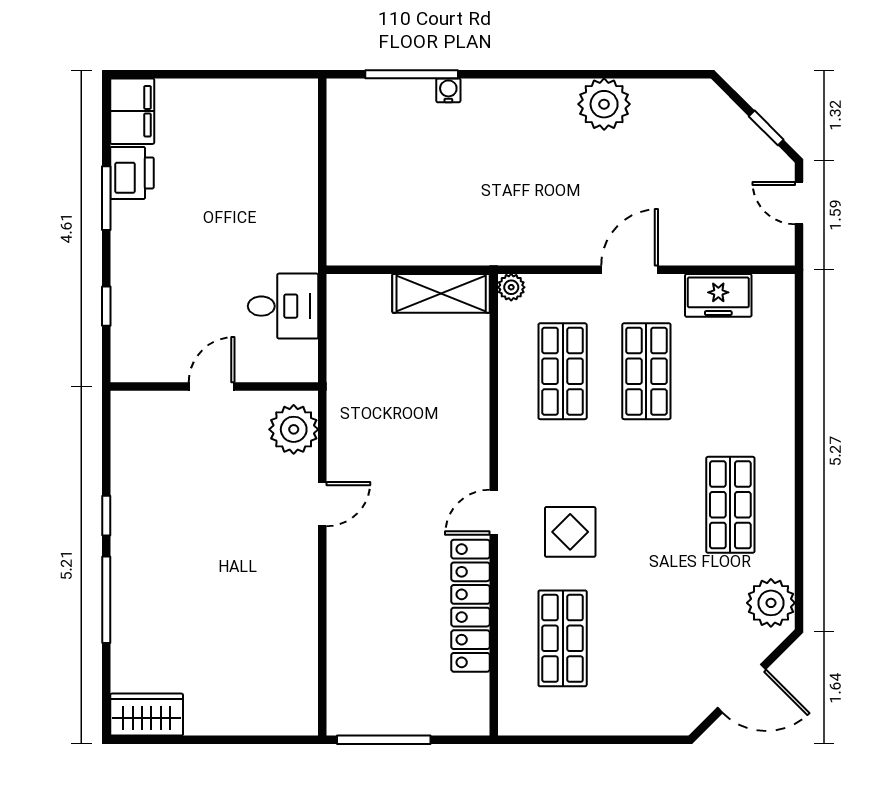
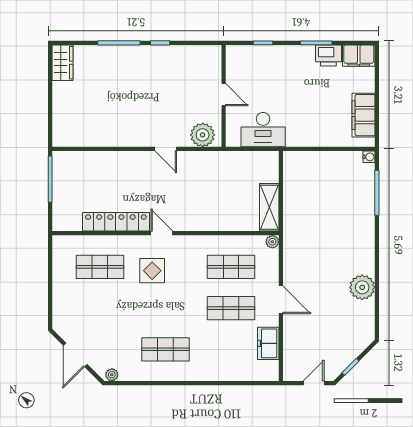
water cooler: (448, 90) -> (369, 157), moved
filing cabinet: (253, 102) -> (363, 115), added
desk: (283, 306) -> (263, 130), width x1.37
plant: (771, 603) -> (112, 375), width x0.53, depth x0.53

